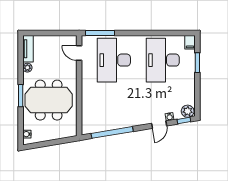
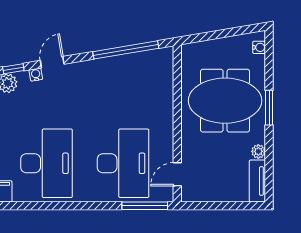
door: (79, 53) -> (177, 174), swing flipped

